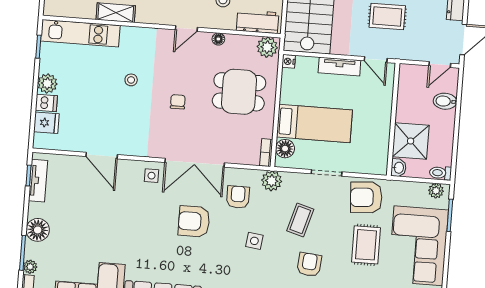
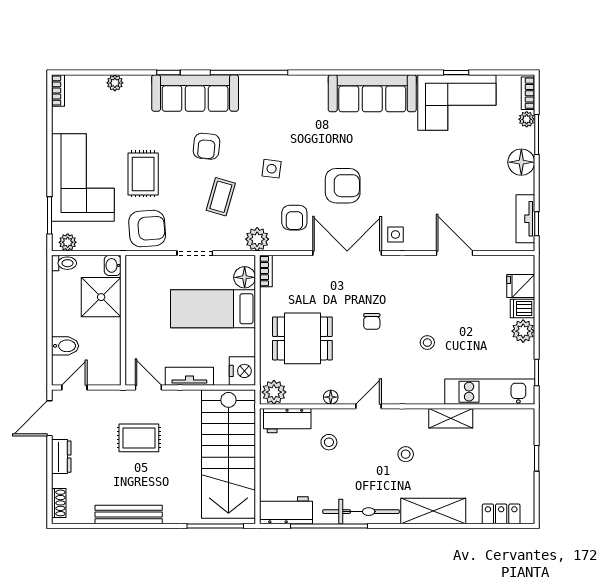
nightstand: (289, 61) -> (242, 371), width x1.89, depth x1.79

